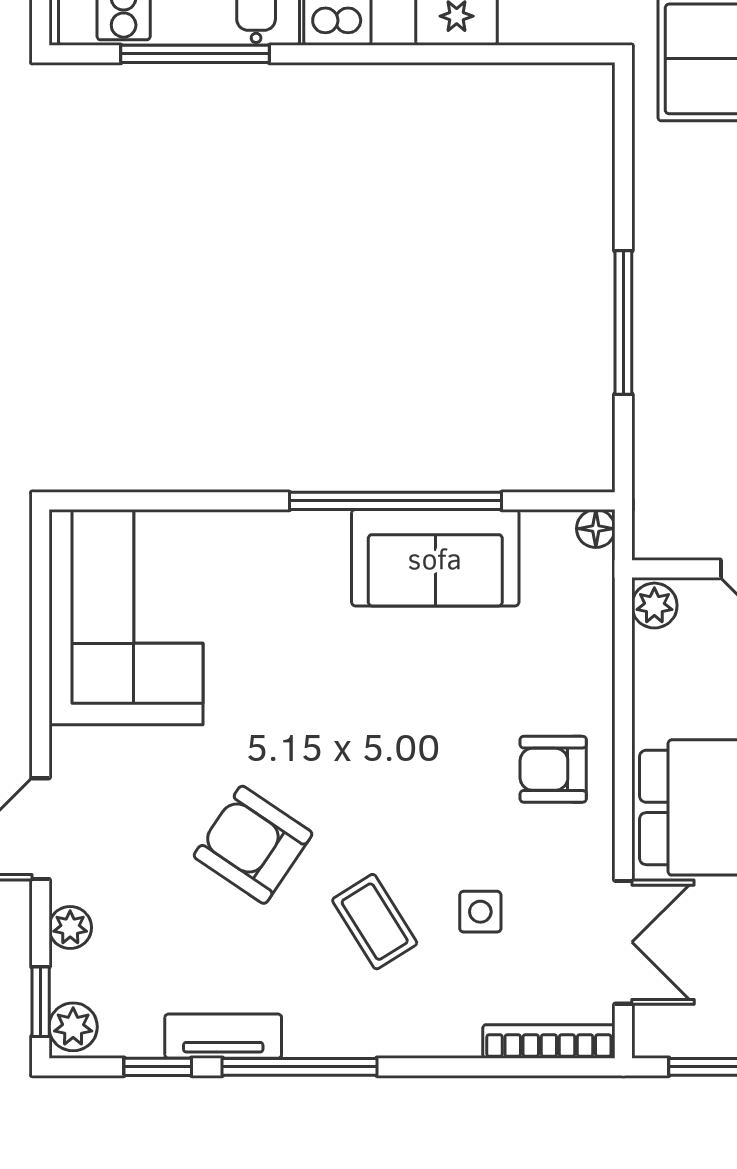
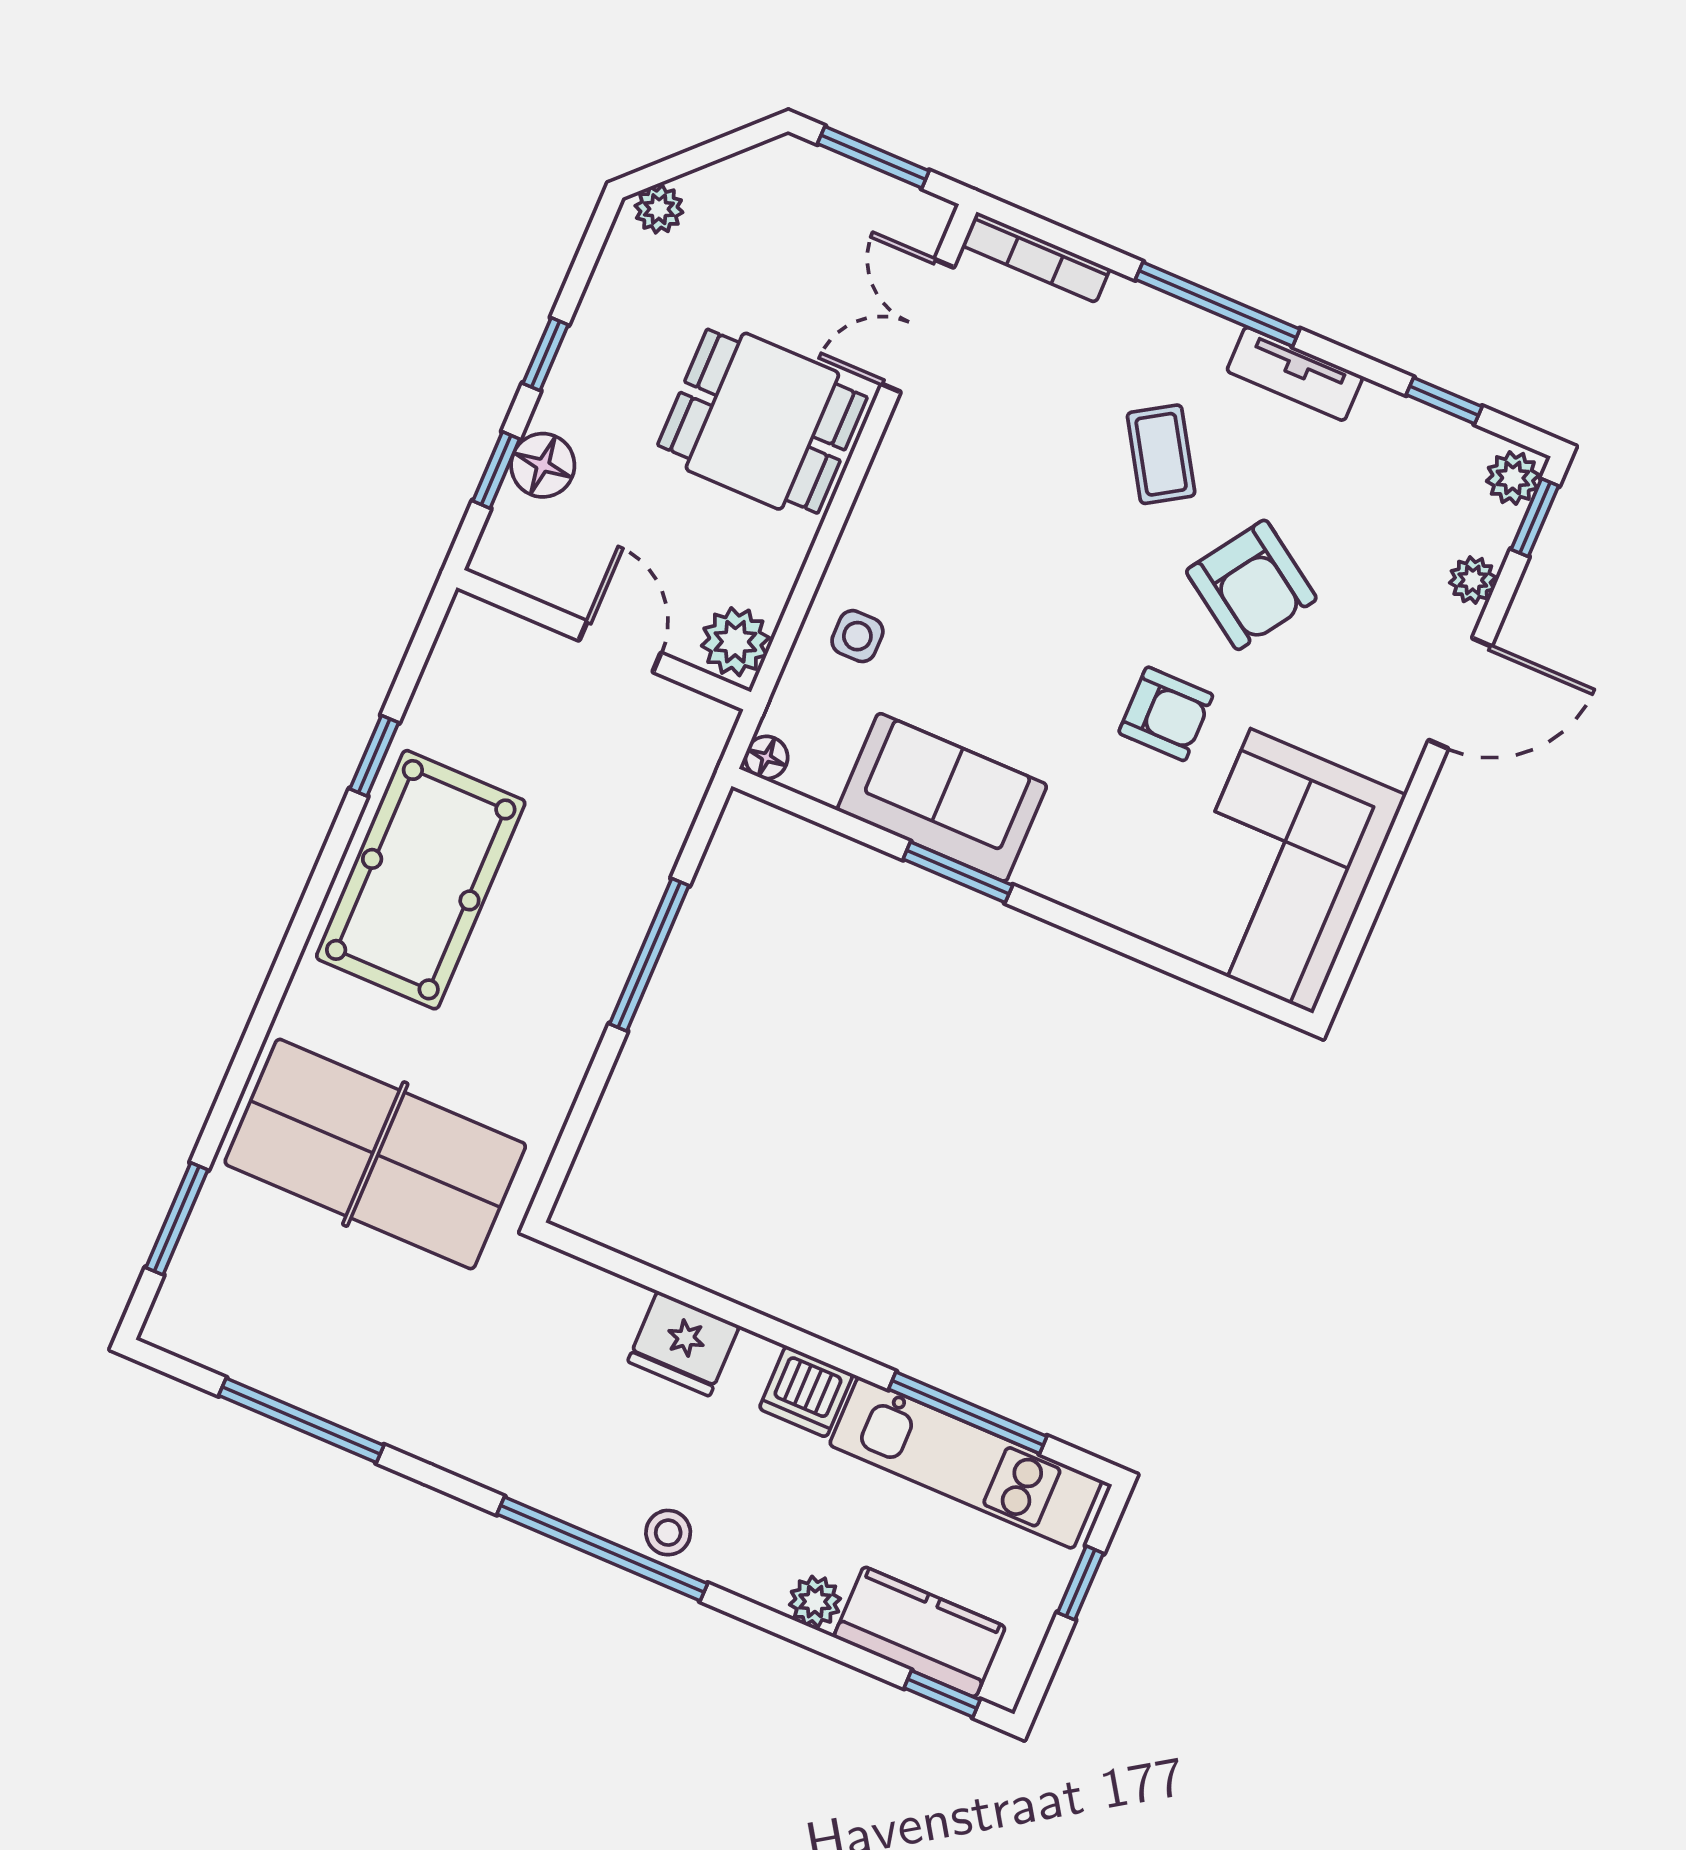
window: (396, 501) -> (958, 872), width x0.47
plant: (654, 606) -> (735, 642), width x1.38, depth x1.38
armchair: (553, 769) -> (1166, 714), moved
side table: (480, 912) -> (857, 636), moved
tv unit: (223, 1036) -> (1295, 374), moved
window: (300, 1067) -> (1218, 304), moved

